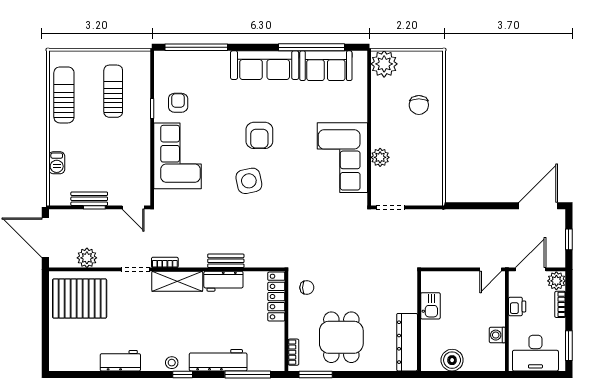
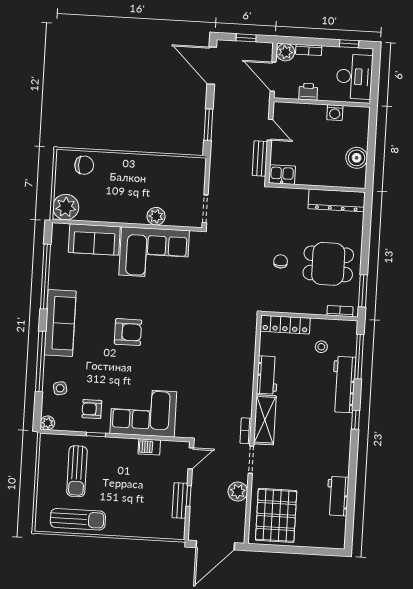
window: (196, 47) -> (41, 361), moved
plant: (161, 58) -> (47, 423), added
sofa: (326, 66) -> (94, 240), moved, turned 90
sun lounger: (113, 91) -> (77, 471), turned -90
sun lounger: (64, 95) -> (78, 519), turned 180
chair: (419, 105) -> (84, 165), moved
barbecue: (57, 163) -> (149, 447), moved, turned 180
side table: (249, 181) -> (60, 388), moved, width x0.54, depth x0.54
window: (477, 206) -> (208, 125), added
plant: (87, 258) -> (238, 491), moved
bench: (226, 261) -> (260, 159), moved
door: (491, 269) -> (270, 130), moved
chair: (307, 288) -> (281, 261), moved
kitchen sink: (430, 306) -> (282, 175), moved
window: (569, 346) -> (349, 44), width x0.67
workbench: (120, 361) -> (338, 496), moved
stool: (172, 363) -> (321, 347), moved

